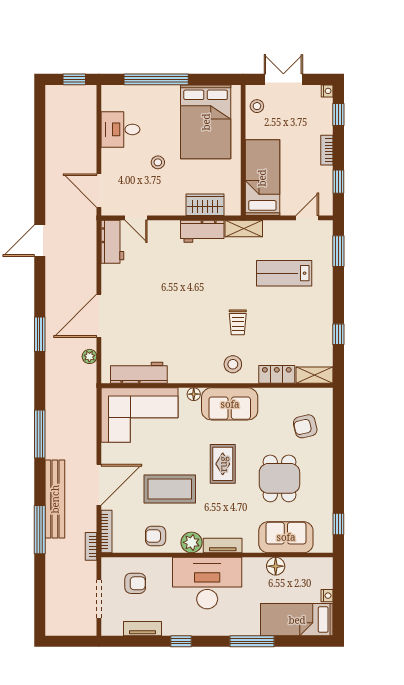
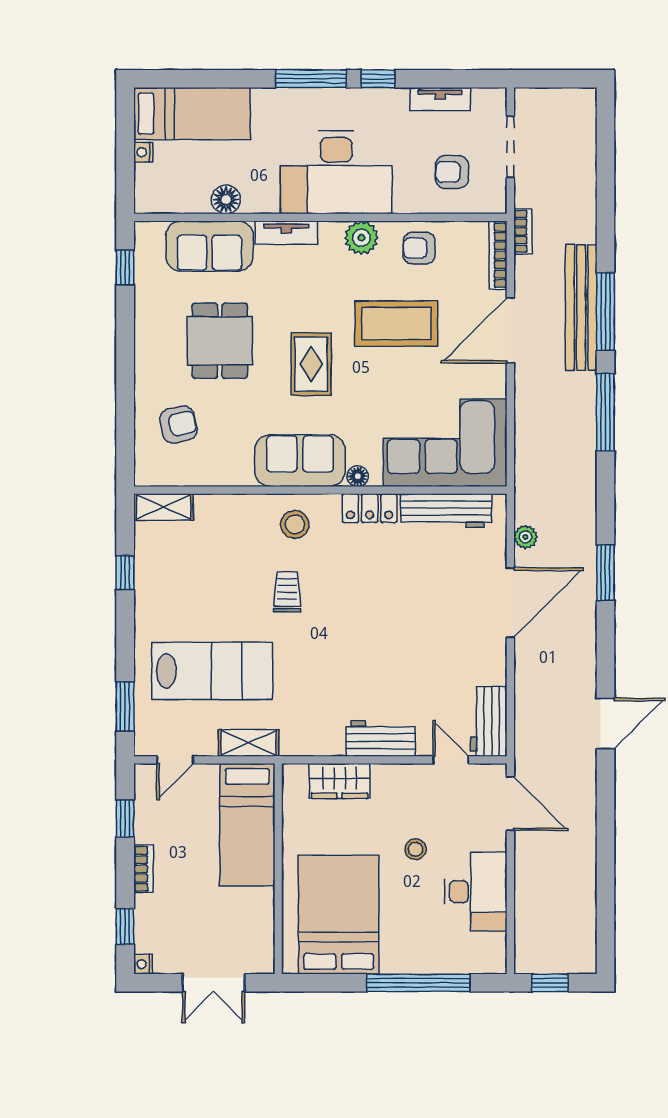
stool: (257, 106) -> (256, 940), removed
desk: (120, 129) -> (476, 891), width x1.37
shelving: (244, 228) -> (249, 743), moved
workbench: (202, 231) -> (380, 739), moved
lab bench: (284, 273) -> (212, 671), width x1.36, depth x1.39
locker: (277, 374) -> (370, 508), moved
window: (40, 530) -> (606, 312), moved
armchair: (156, 536) -> (419, 248), turned 180
tv unit: (223, 546) -> (286, 233), moved
window: (252, 641) -> (311, 79), moved

